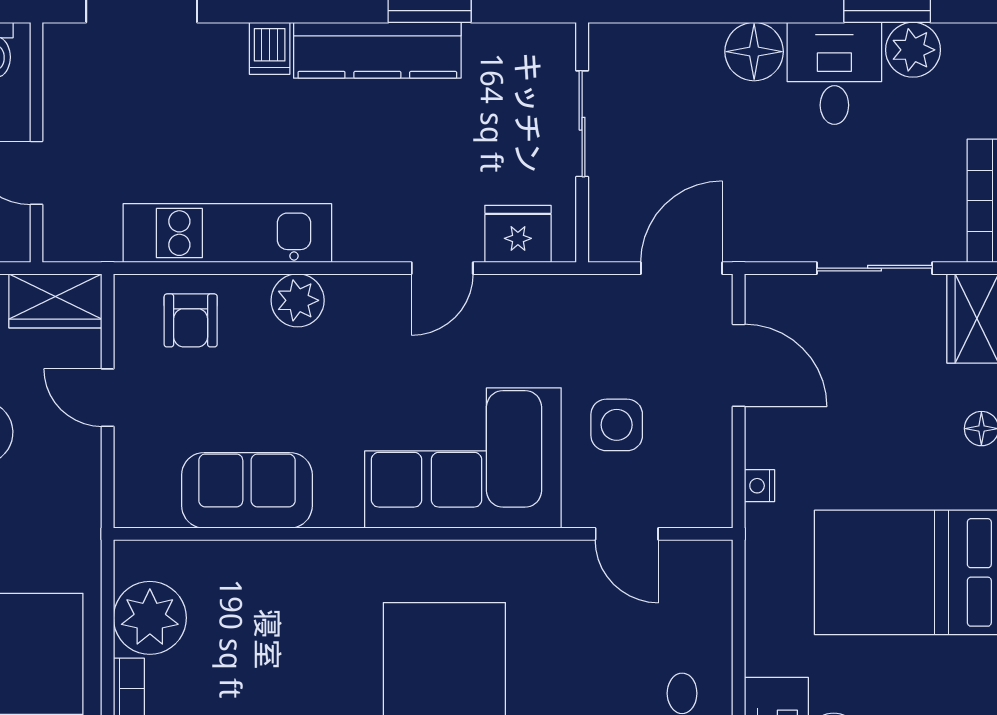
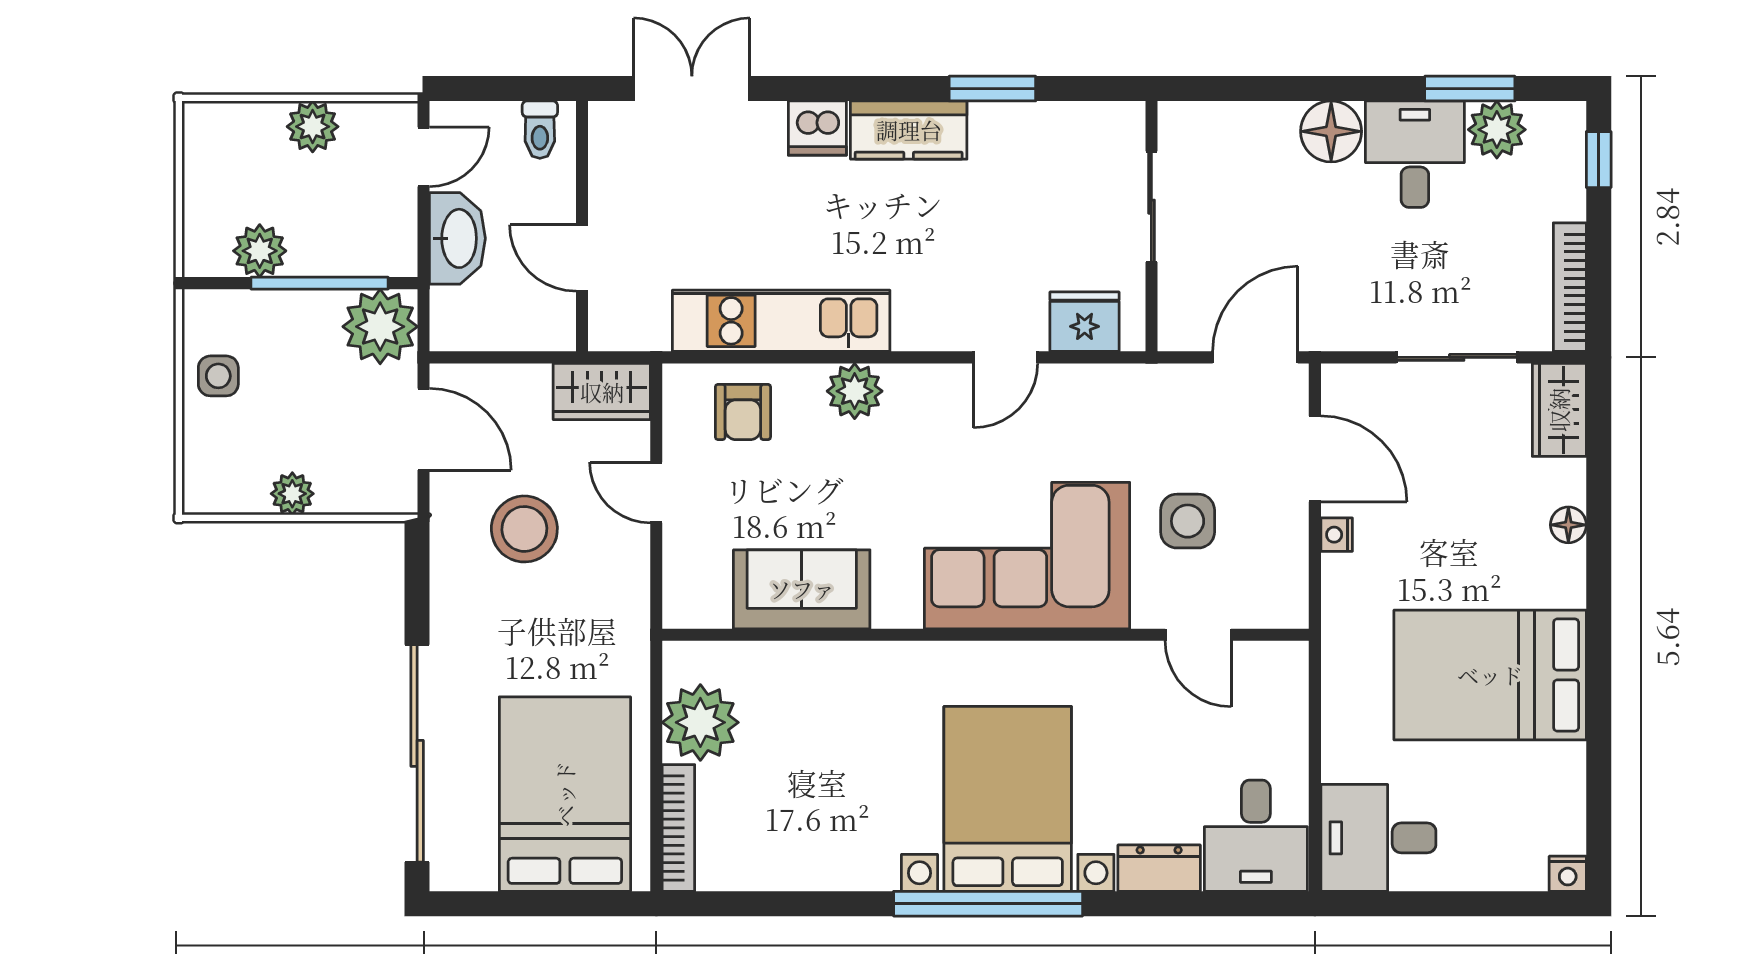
dishwasher: (270, 48) -> (817, 128), width x1.38
kitchen counter: (377, 50) -> (909, 130), width x0.67
nightstand: (759, 486) -> (1337, 535), moved

